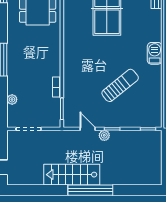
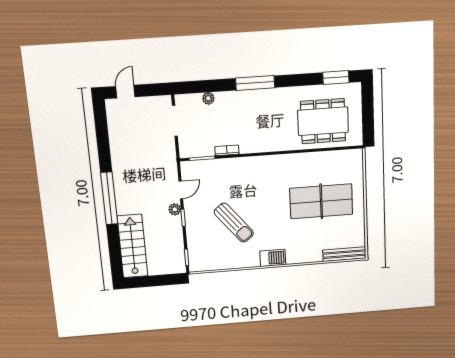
stairs: (72, 175) -> (133, 246), moved

